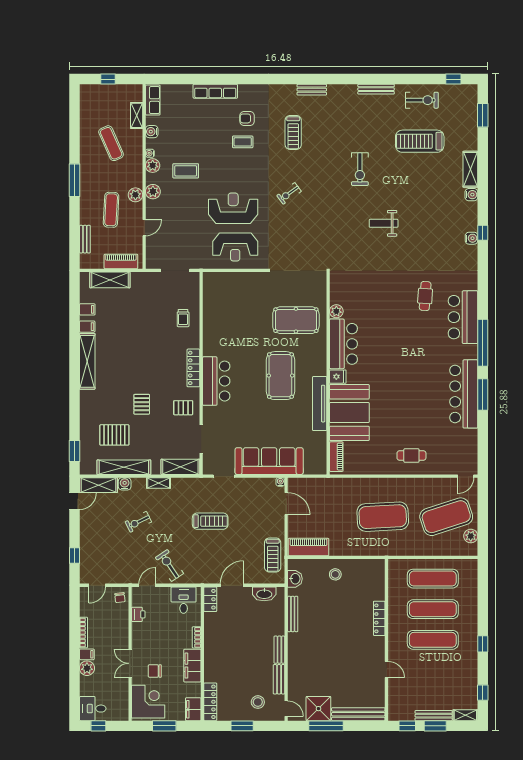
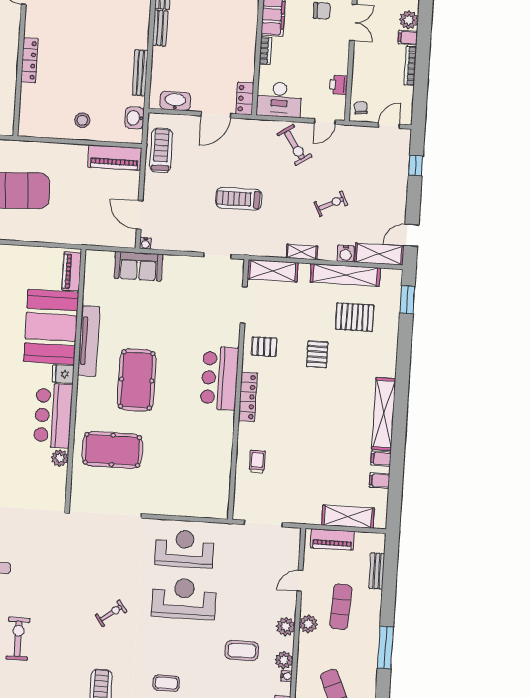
reception desk: (233, 208) -> (184, 599), turned 180
sofa: (269, 461) -> (138, 266), width x0.54, depth x0.79
desk: (184, 600) -> (279, 99), width x1.37

